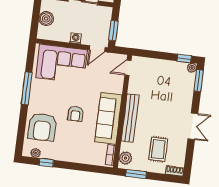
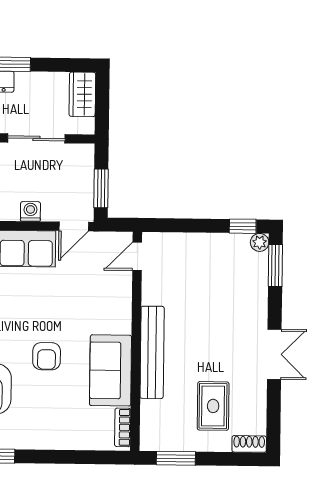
sofa: (108, 118) -> (111, 370), width x0.73
plant: (126, 158) -> (152, 430), removed

